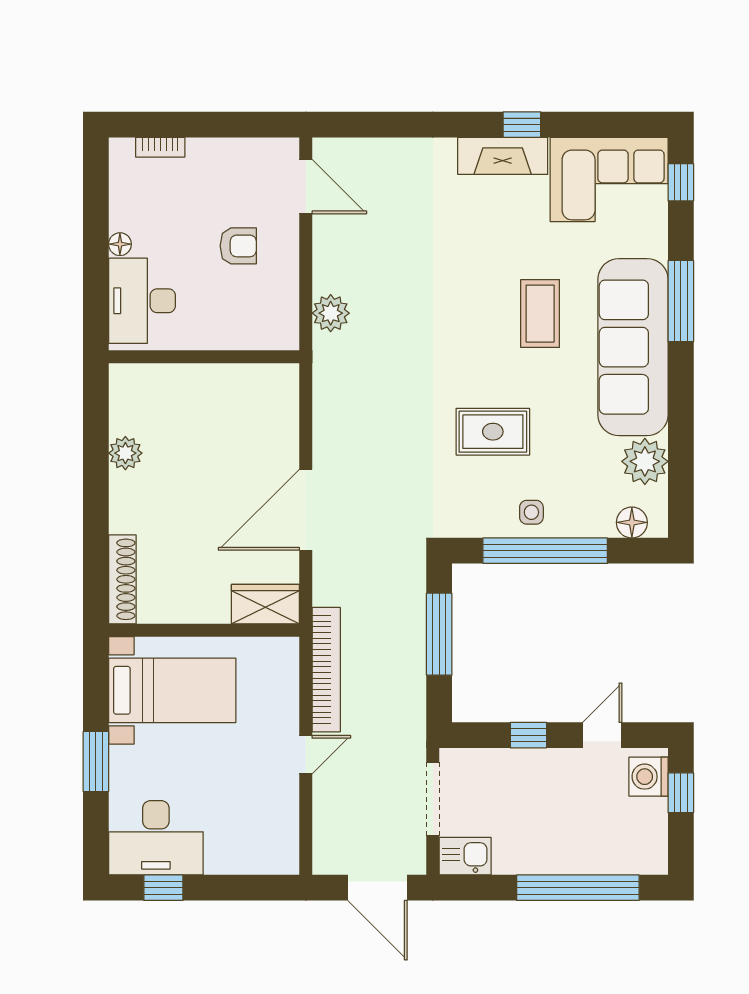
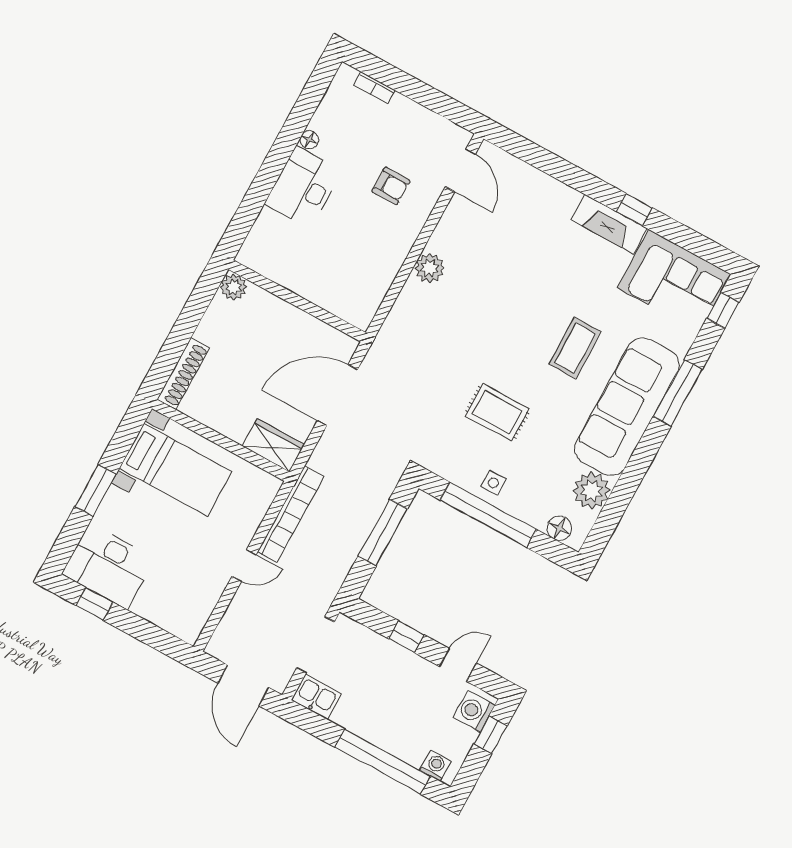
wall: (204, 357) -> (297, 301), moved
washing machine: (639, 860) -> (435, 766), added

